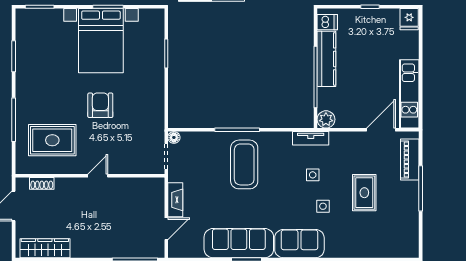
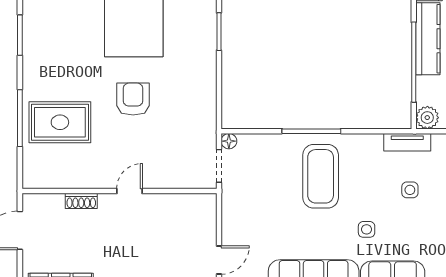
rug: (52, 140) -> (60, 122), moved
shoe rack: (42, 183) -> (81, 201), moved
fireplace: (175, 200) -> (231, 222), removed
side table: (323, 206) -> (367, 229), moved

